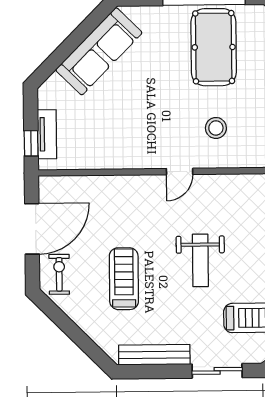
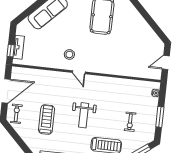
stool: (216, 128) -> (69, 54), moved
door: (180, 171) -> (79, 72), hinge flipped

